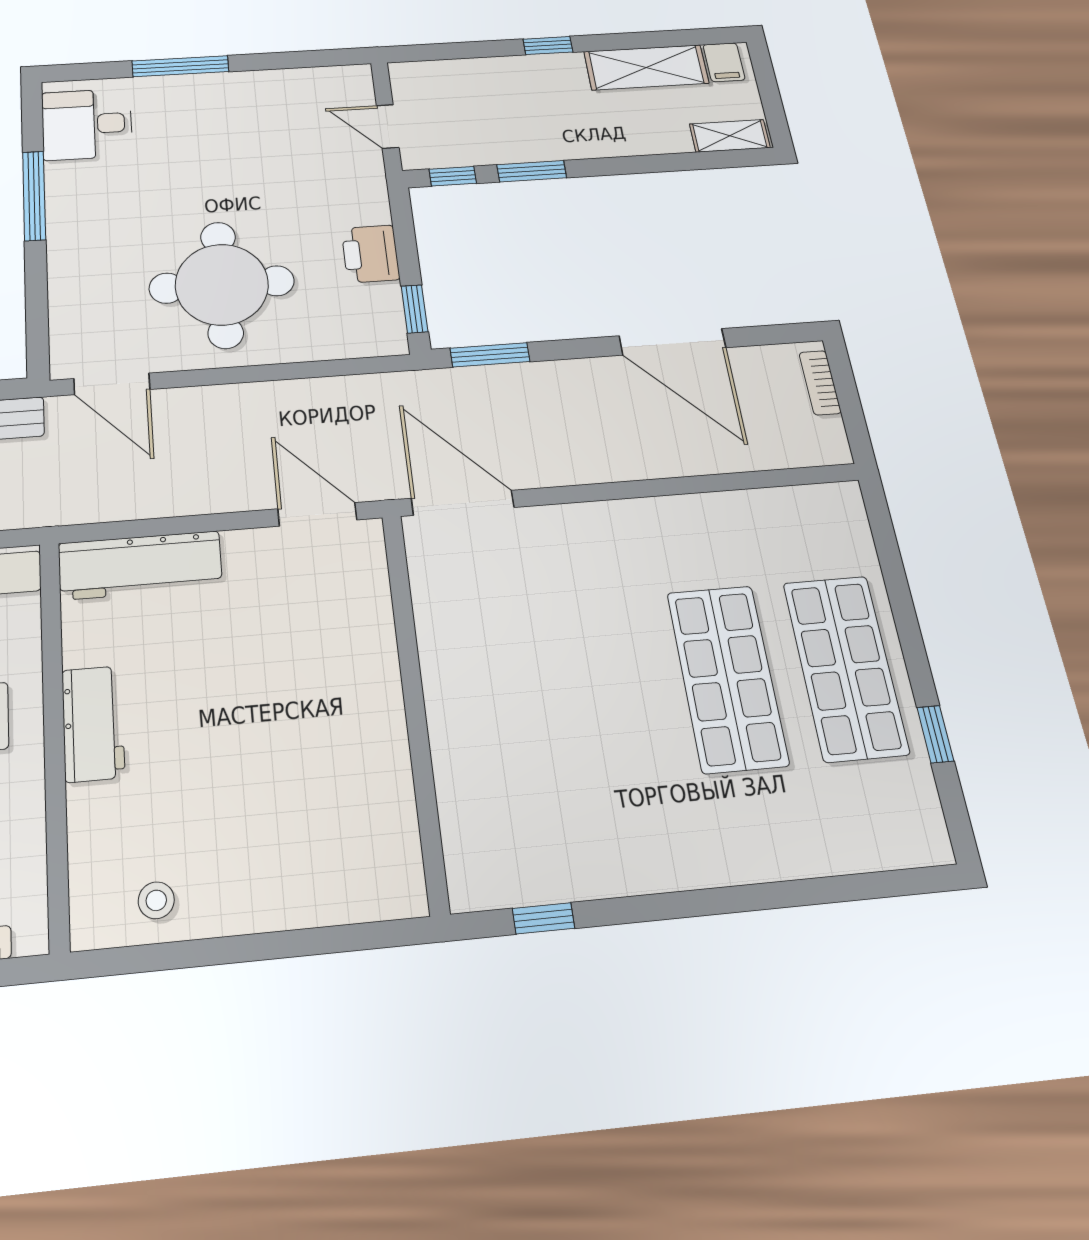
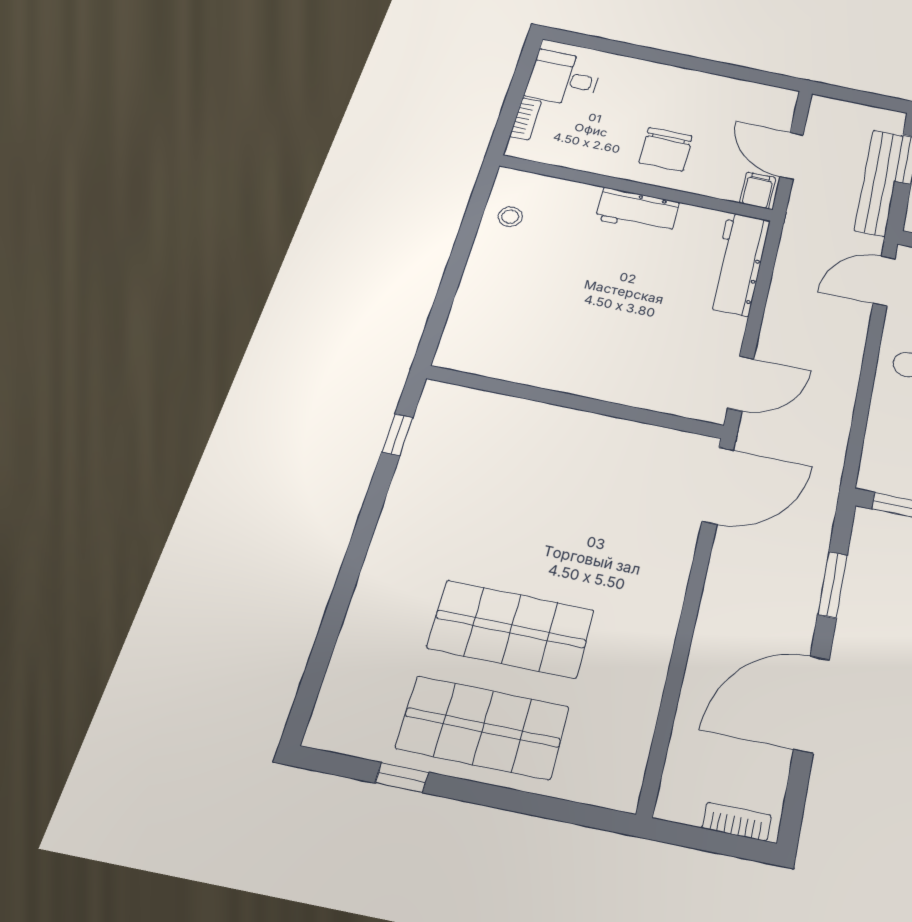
window: (490, 355) -> (833, 585), moved

